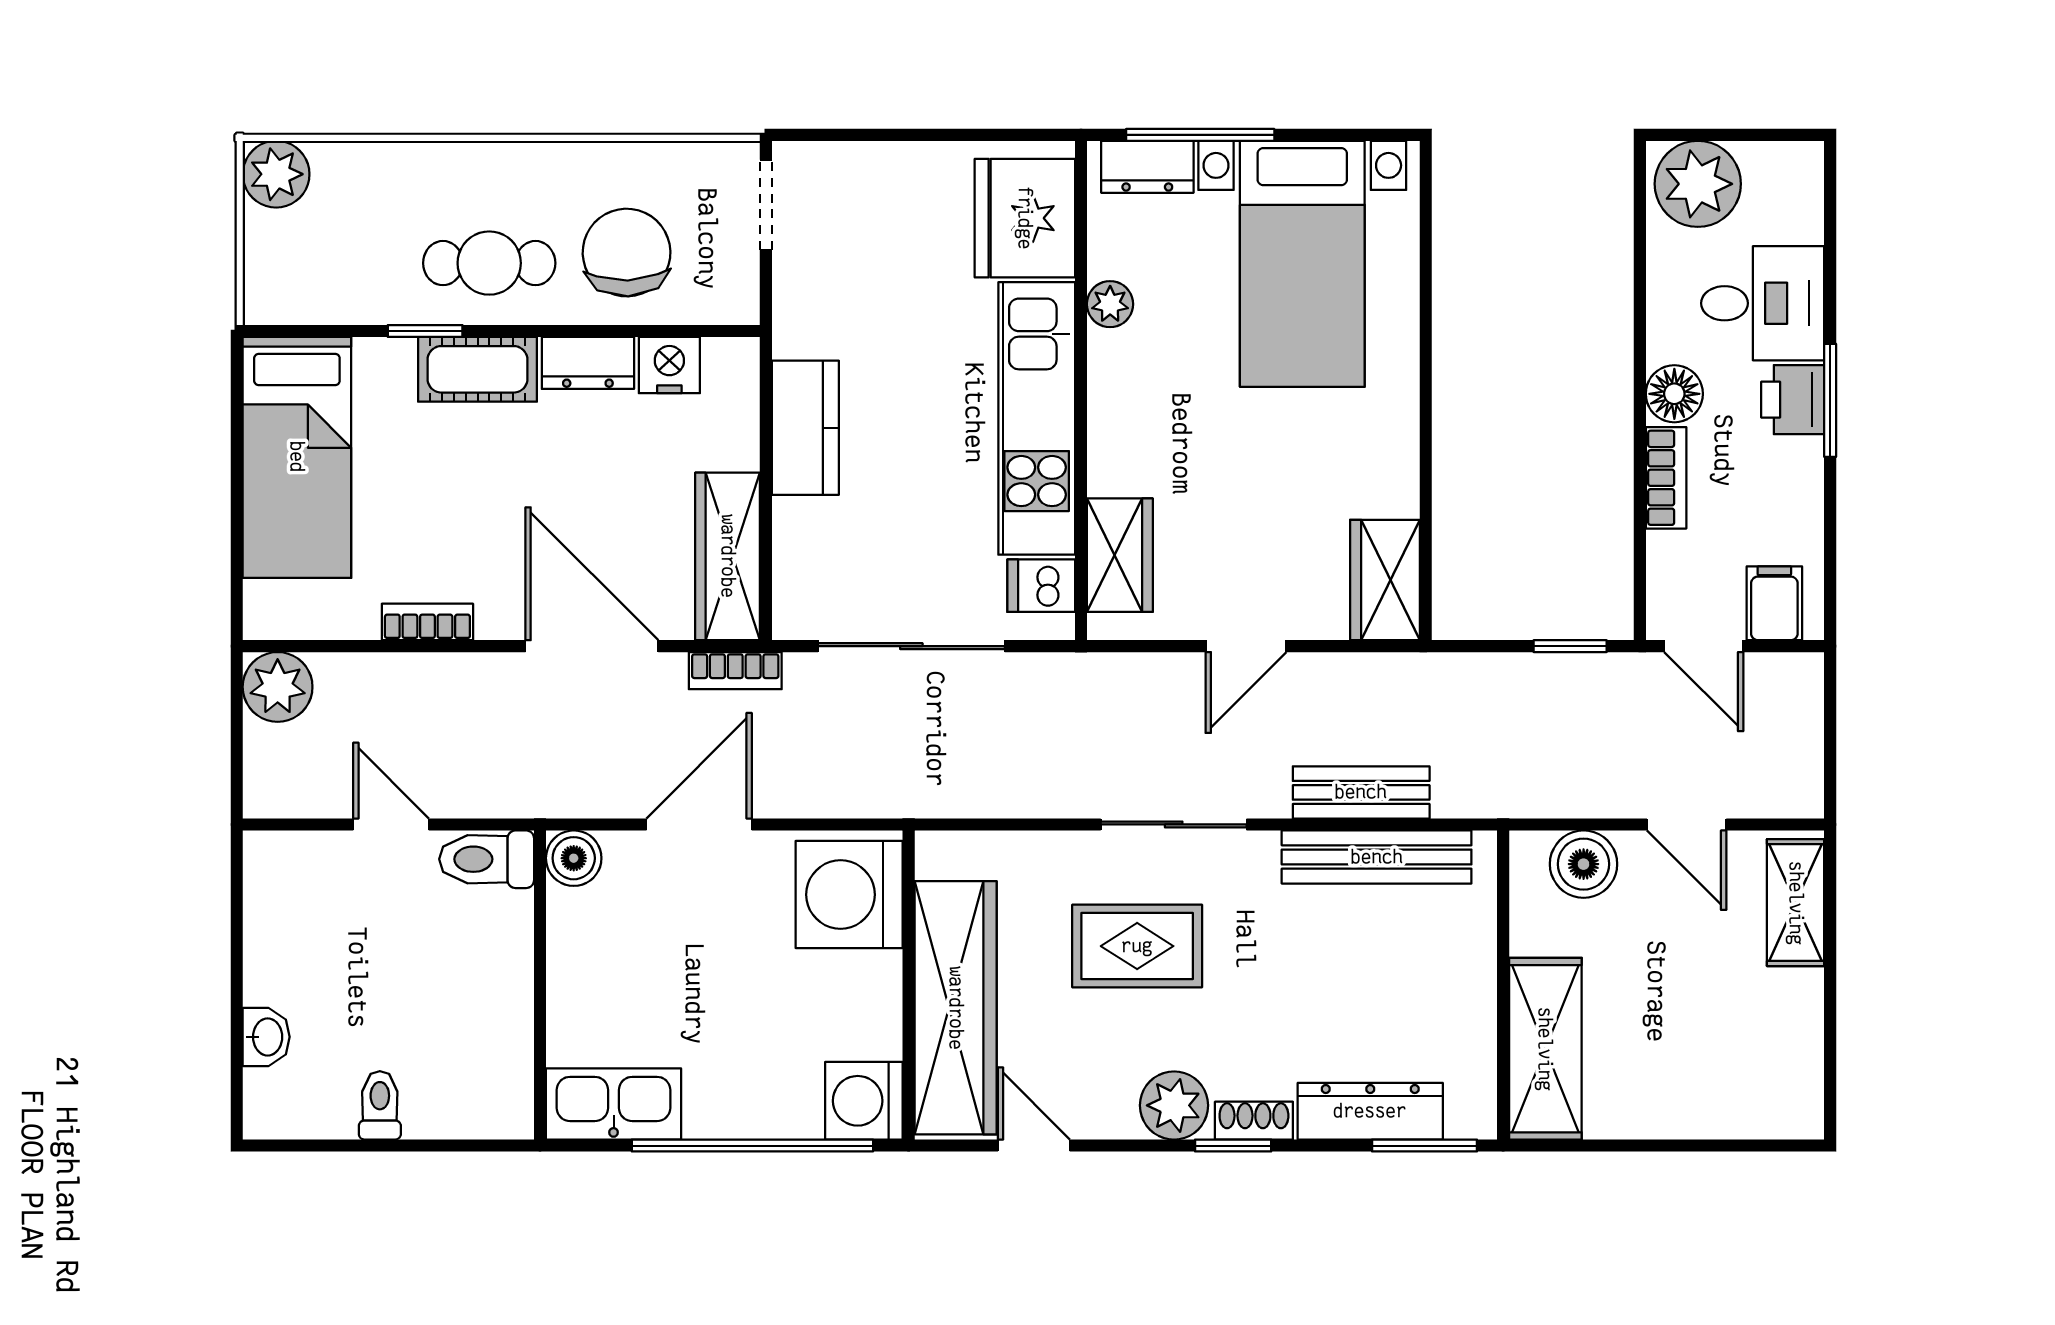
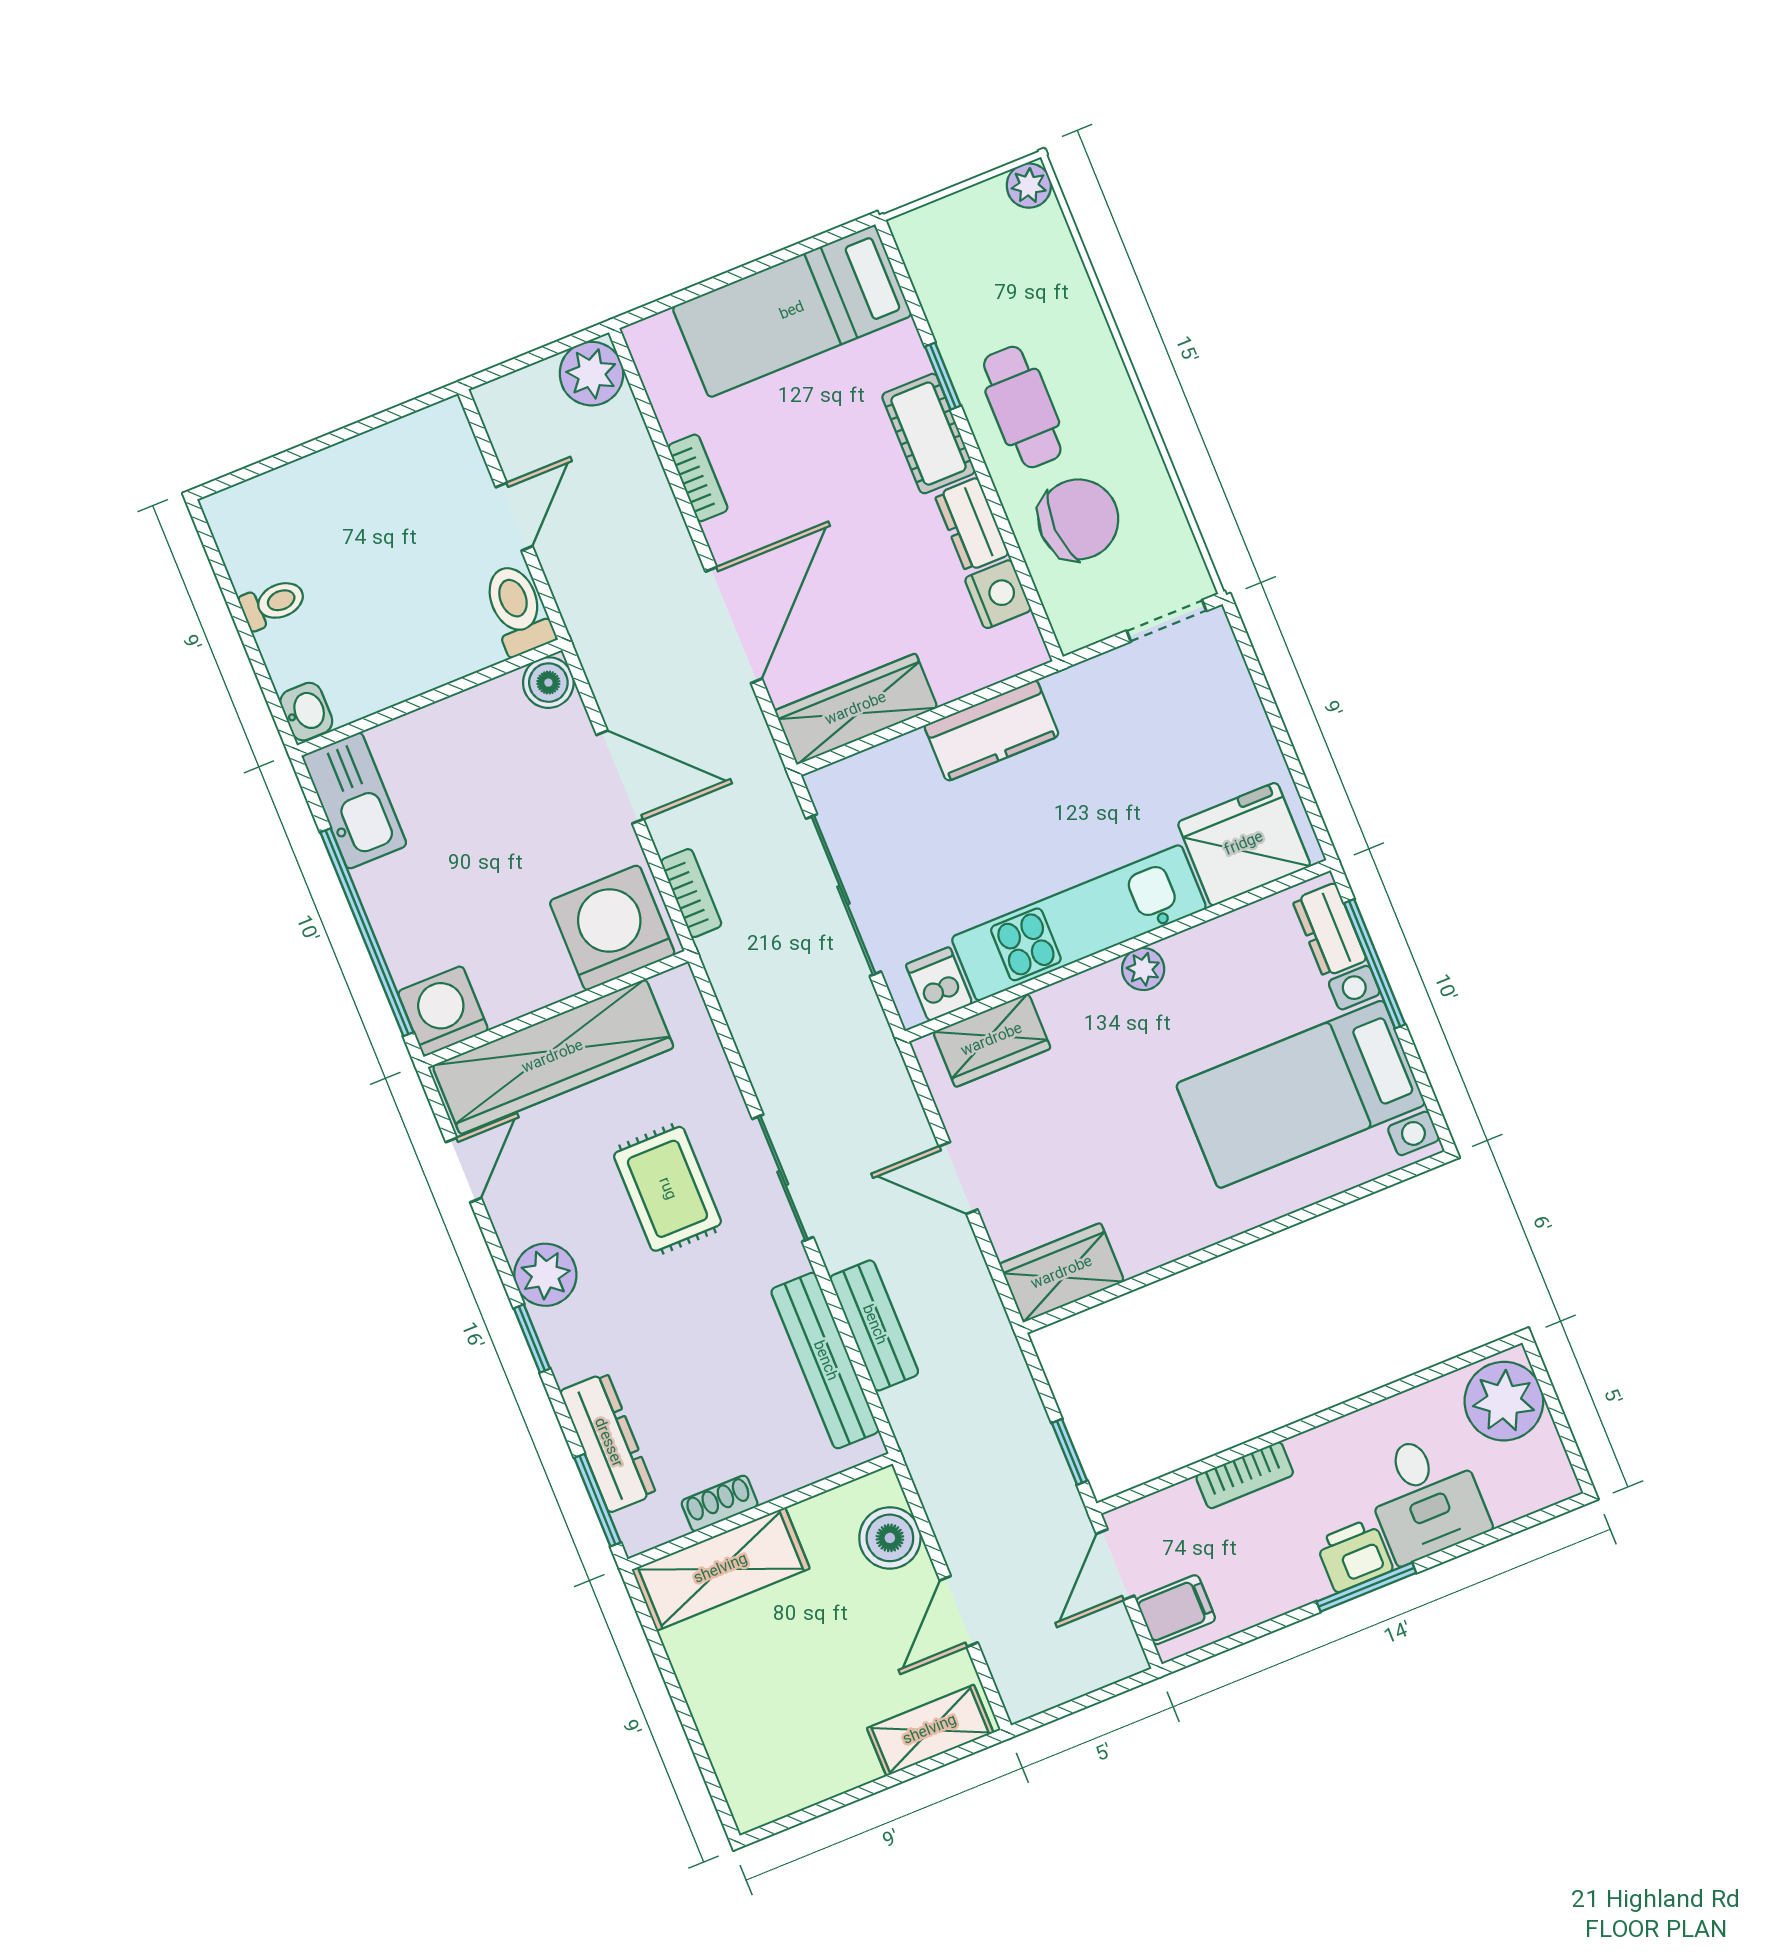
plant: (276, 174) -> (1029, 186), width x0.73, depth x0.73
plant: (1110, 304) -> (1143, 969), moved
floor lamp: (1674, 394) -> (1319, 1453), removed
bookcase: (735, 671) -> (691, 893), moved, turned 180
washbasin: (266, 1037) -> (306, 712), moved, turned -90
shoe rack: (1254, 1121) -> (720, 1503), moved, turned -90

